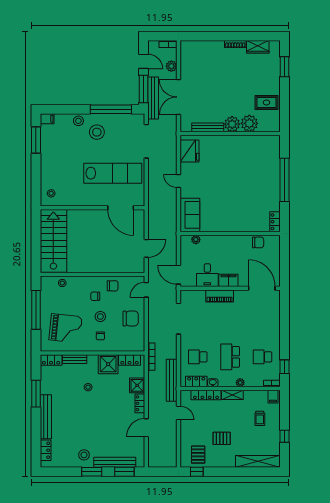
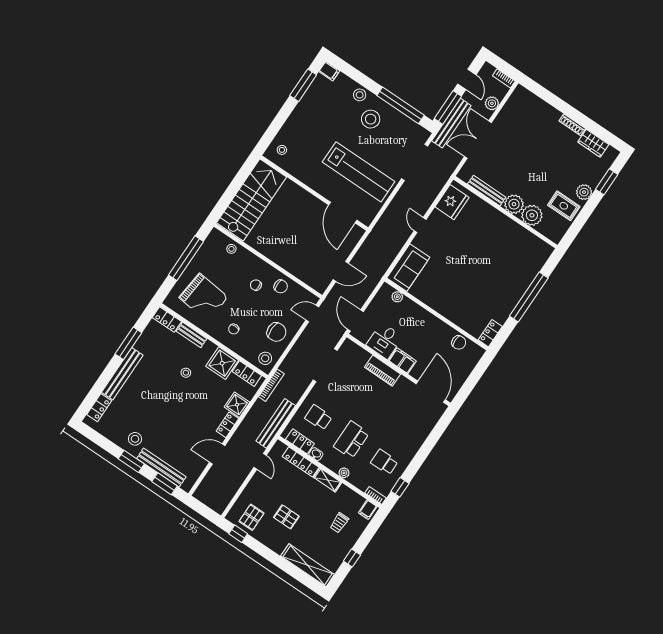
plant: (274, 84) -> (584, 192), added
stool: (100, 317) -> (265, 358), moved

